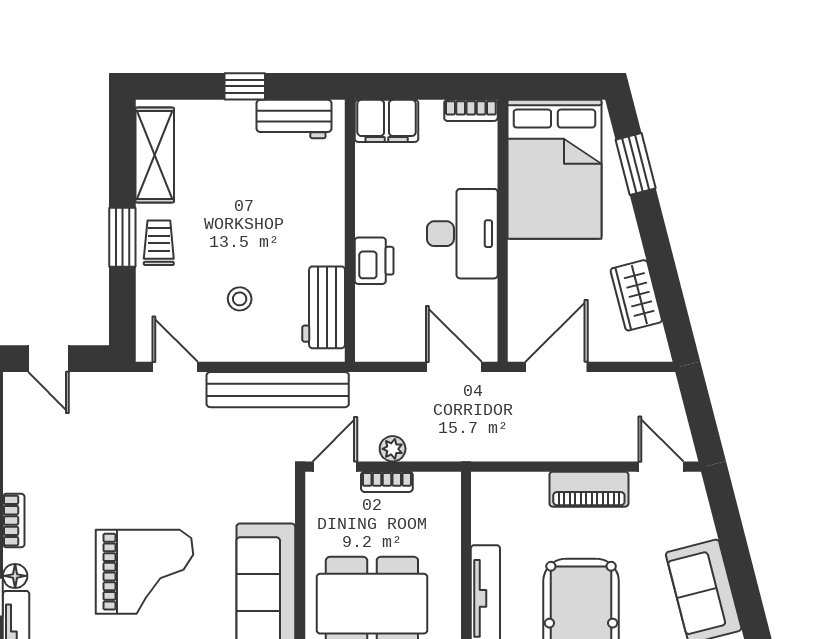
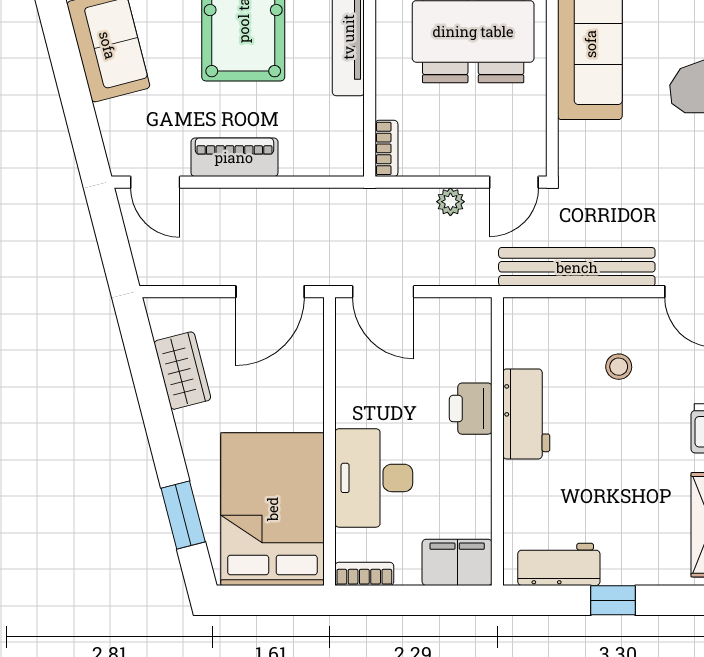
desk: (462, 234) -> (374, 478), moved
workbench: (324, 307) -> (526, 414), moved
bookcase: (387, 482) -> (386, 148), moved, turned 90

